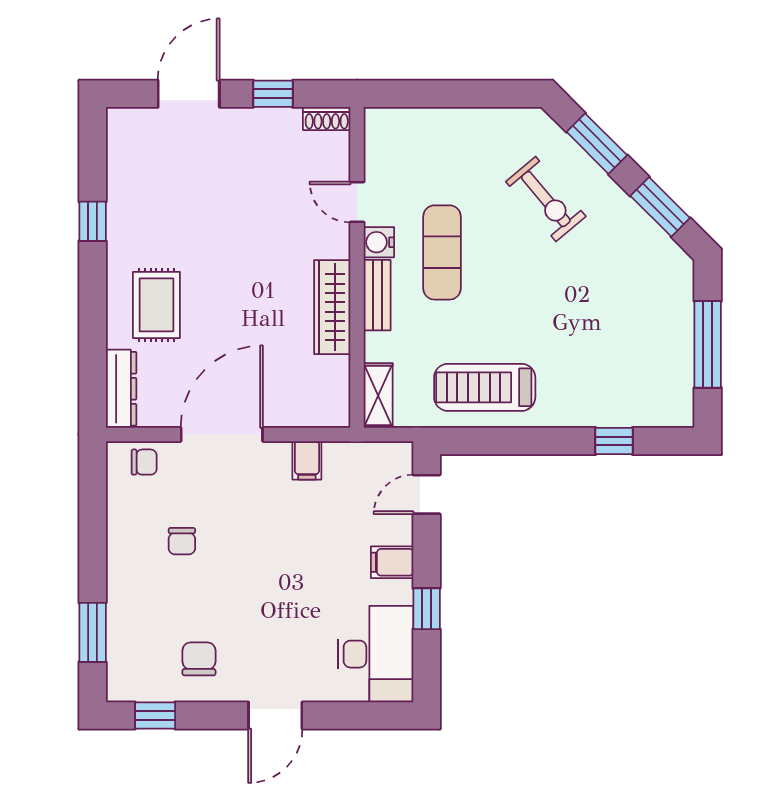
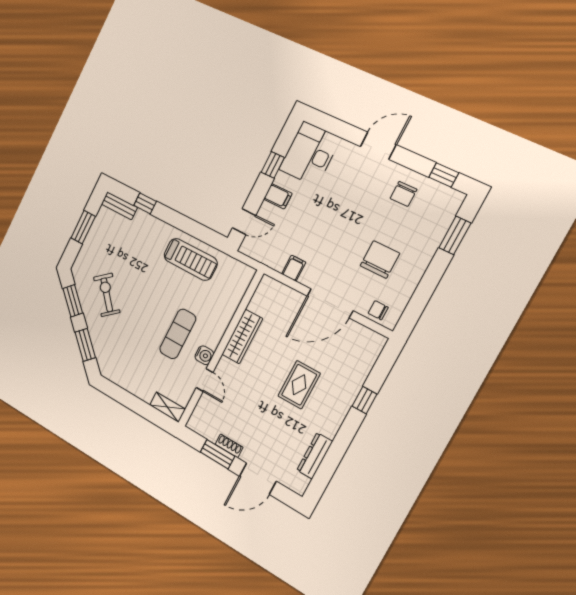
window: (273, 94) -> (217, 454), width x1.50
shoe rack: (327, 119) -> (229, 446), moved
exercise bike: (546, 199) -> (107, 295), moved
window: (93, 221) -> (364, 400), moved
bench: (377, 295) -> (119, 206), moved, turned 90
rug: (156, 305) -> (299, 385), moved
window: (708, 344) -> (83, 227), width x0.69
dresser: (121, 389) -> (315, 456), moved
shelving: (378, 396) -> (168, 407), moved, turned 90
chair: (182, 541) -> (380, 260), width x1.87, depth x1.87

